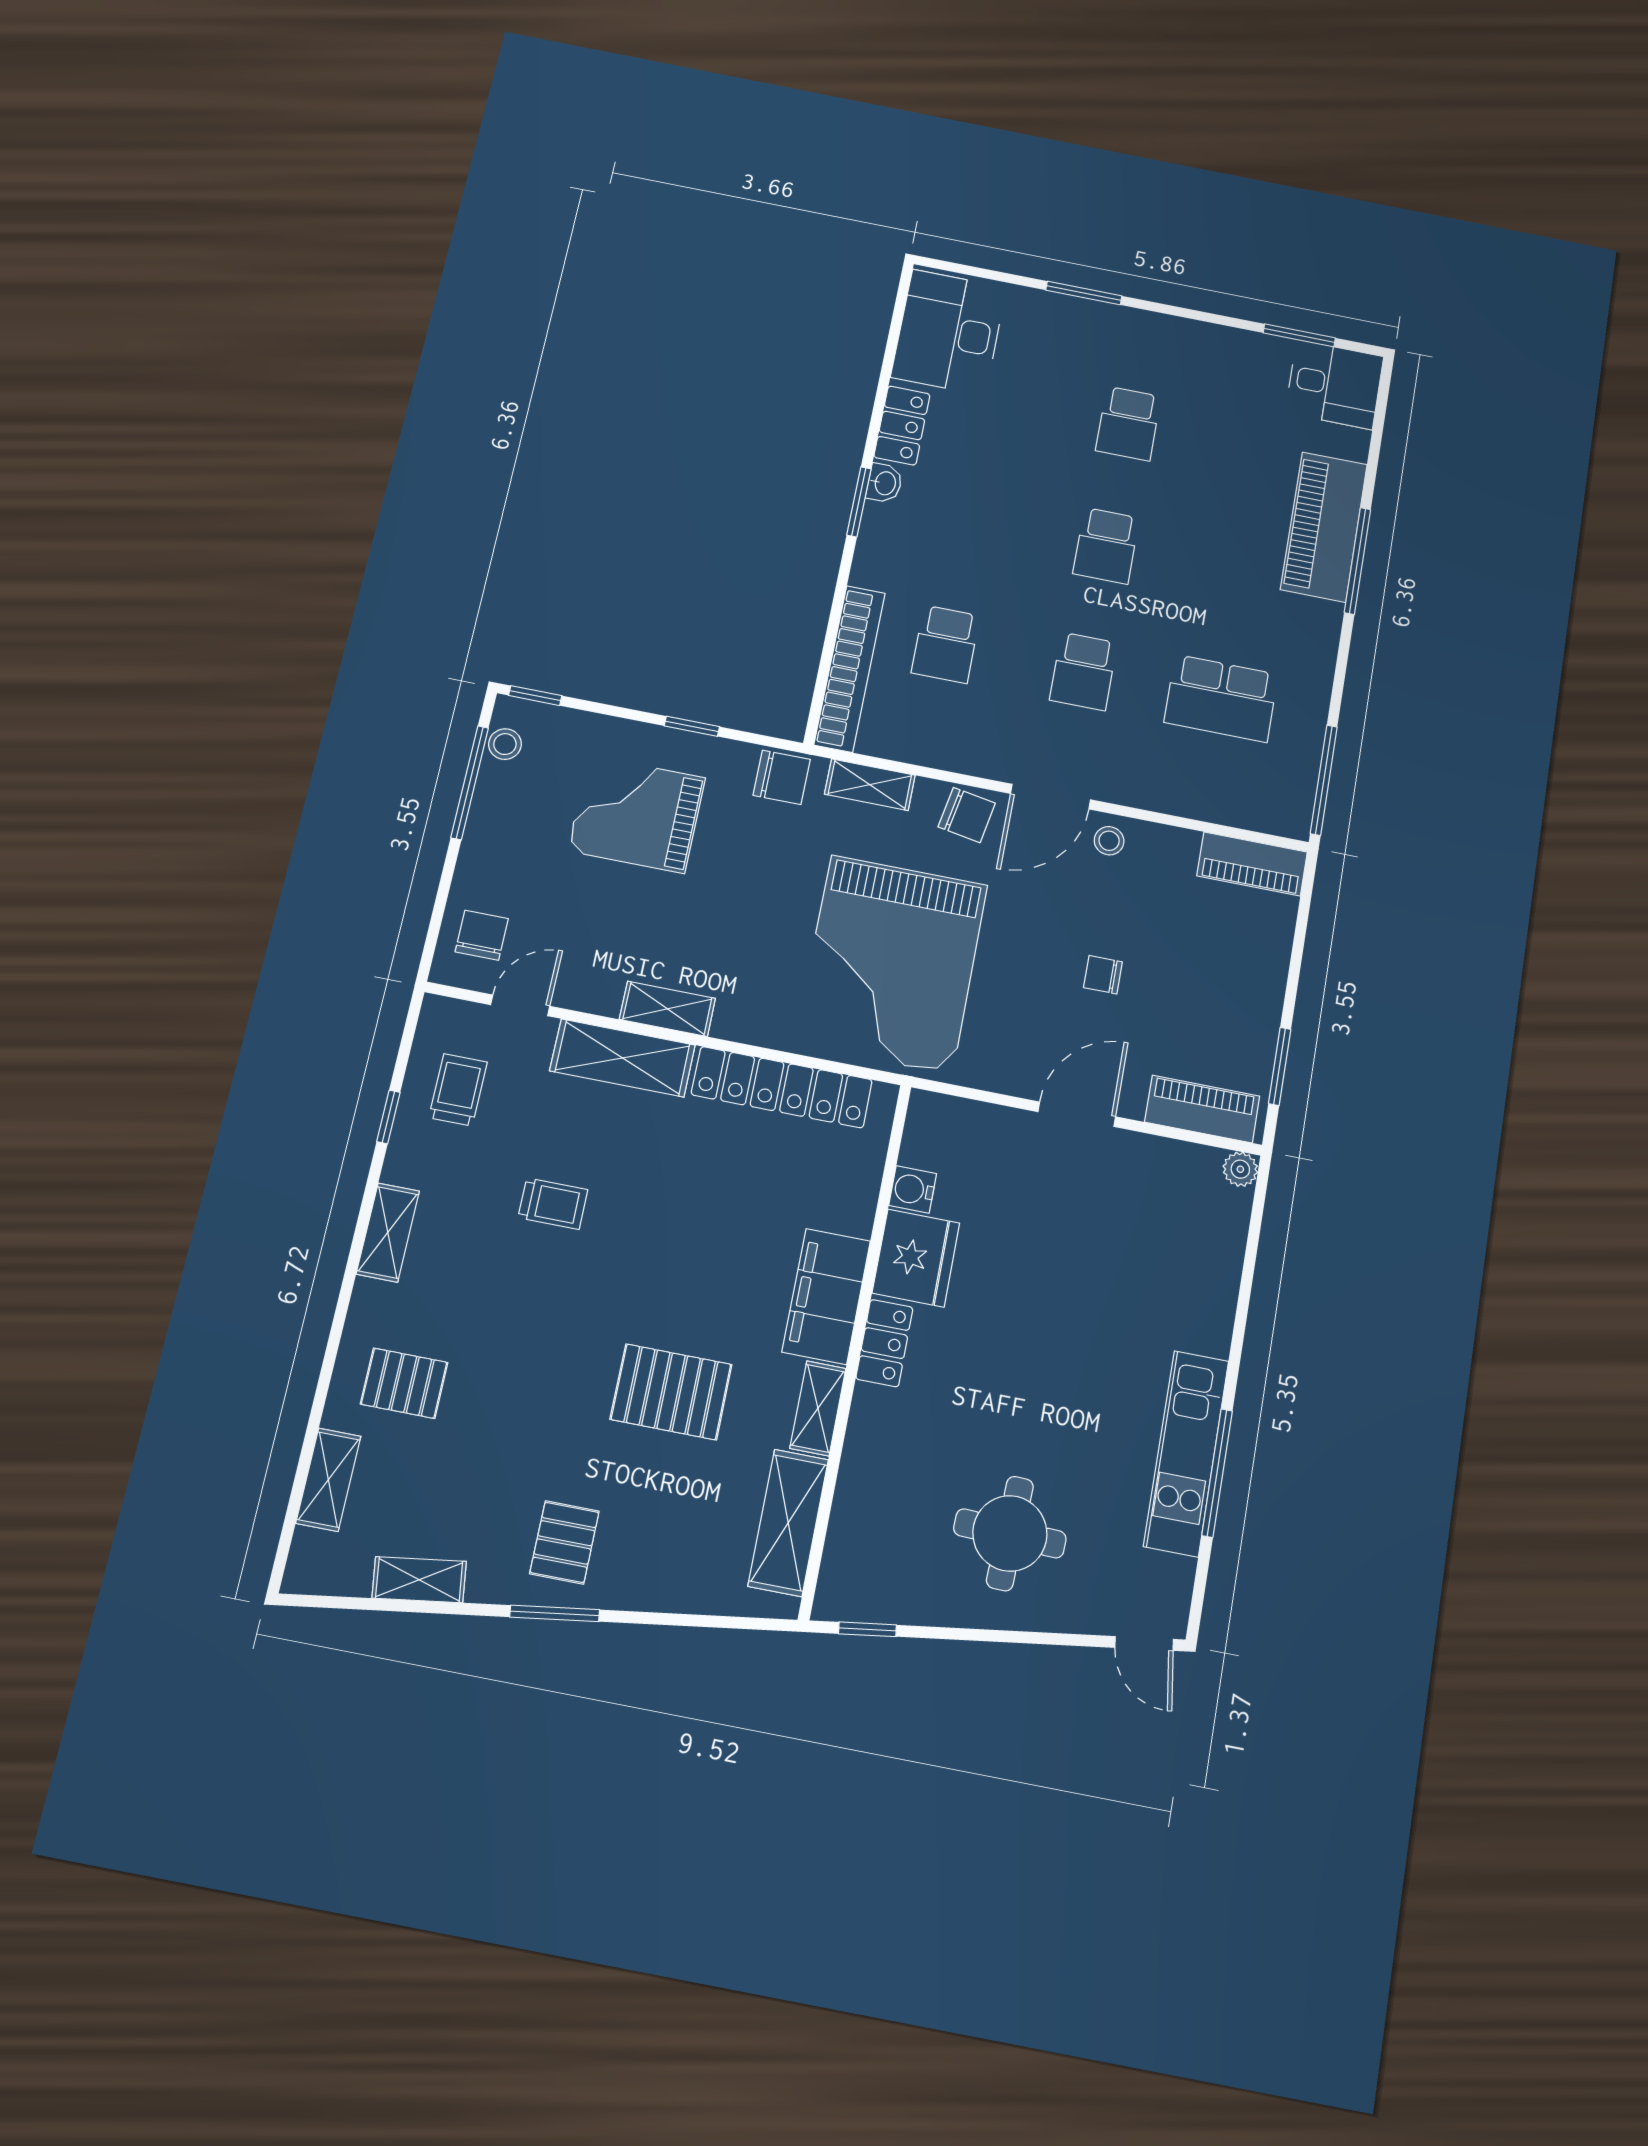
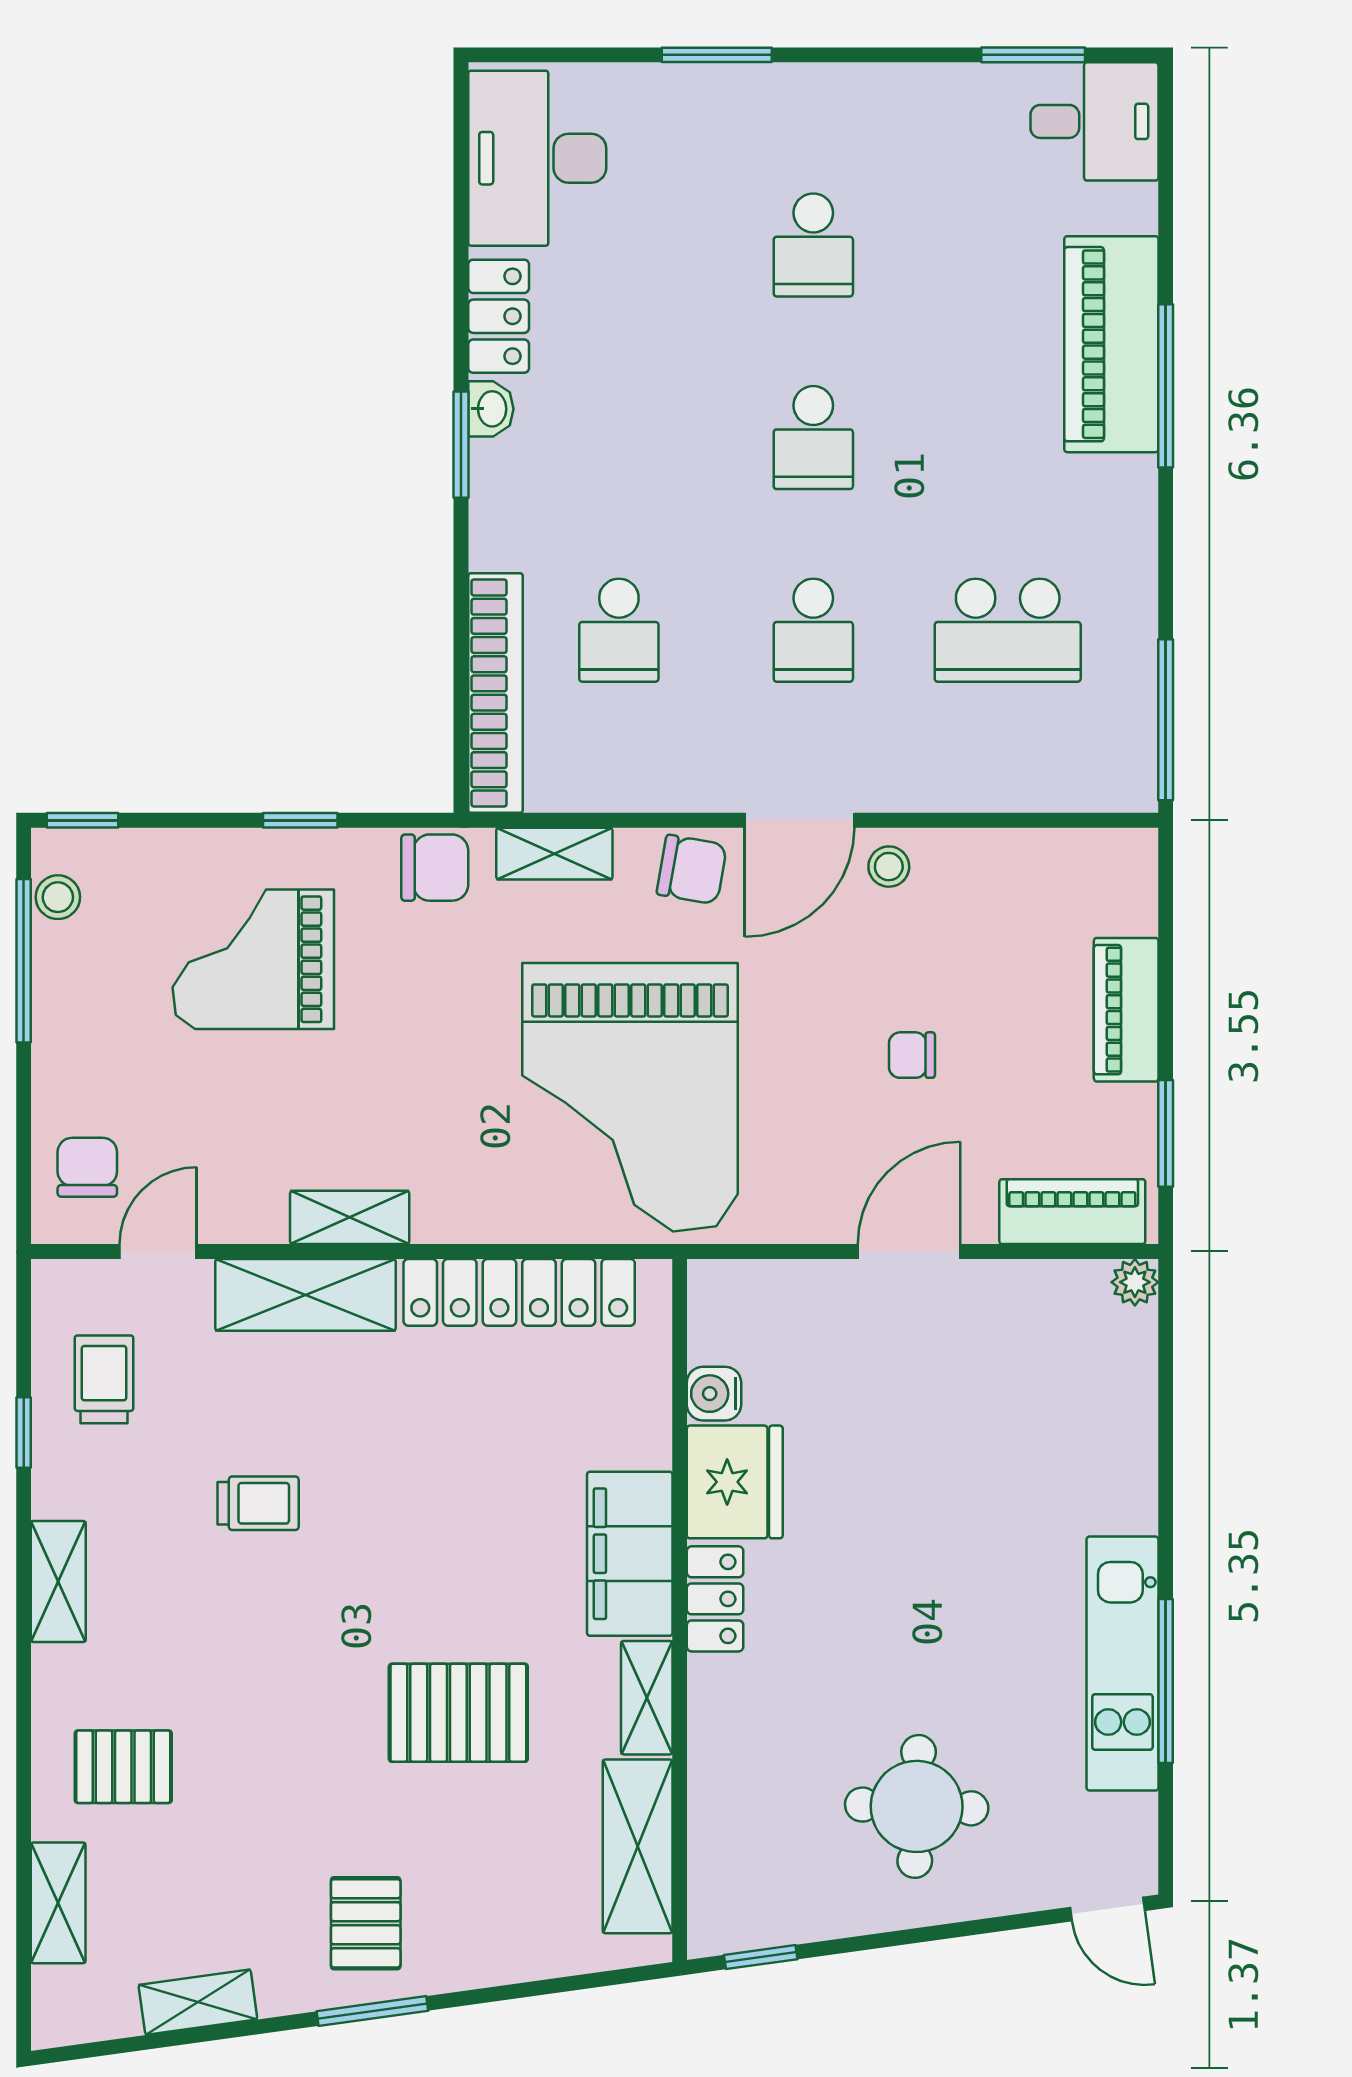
piano: (1252, 864) -> (1126, 1010), moved, turned 90

